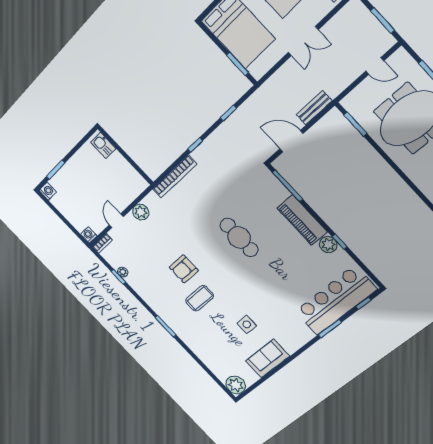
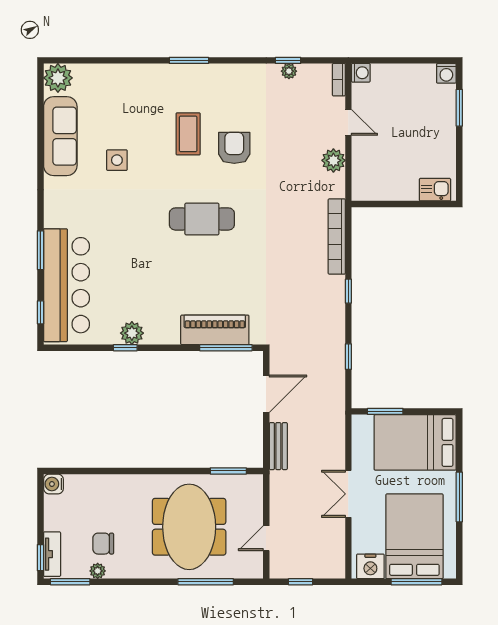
window: (382, 20) -> (301, 582), width x0.67
piano: (302, 220) -> (215, 330), moved
cafe table: (239, 237) -> (202, 219), moved
sofa: (267, 359) -> (60, 136), width x1.36

